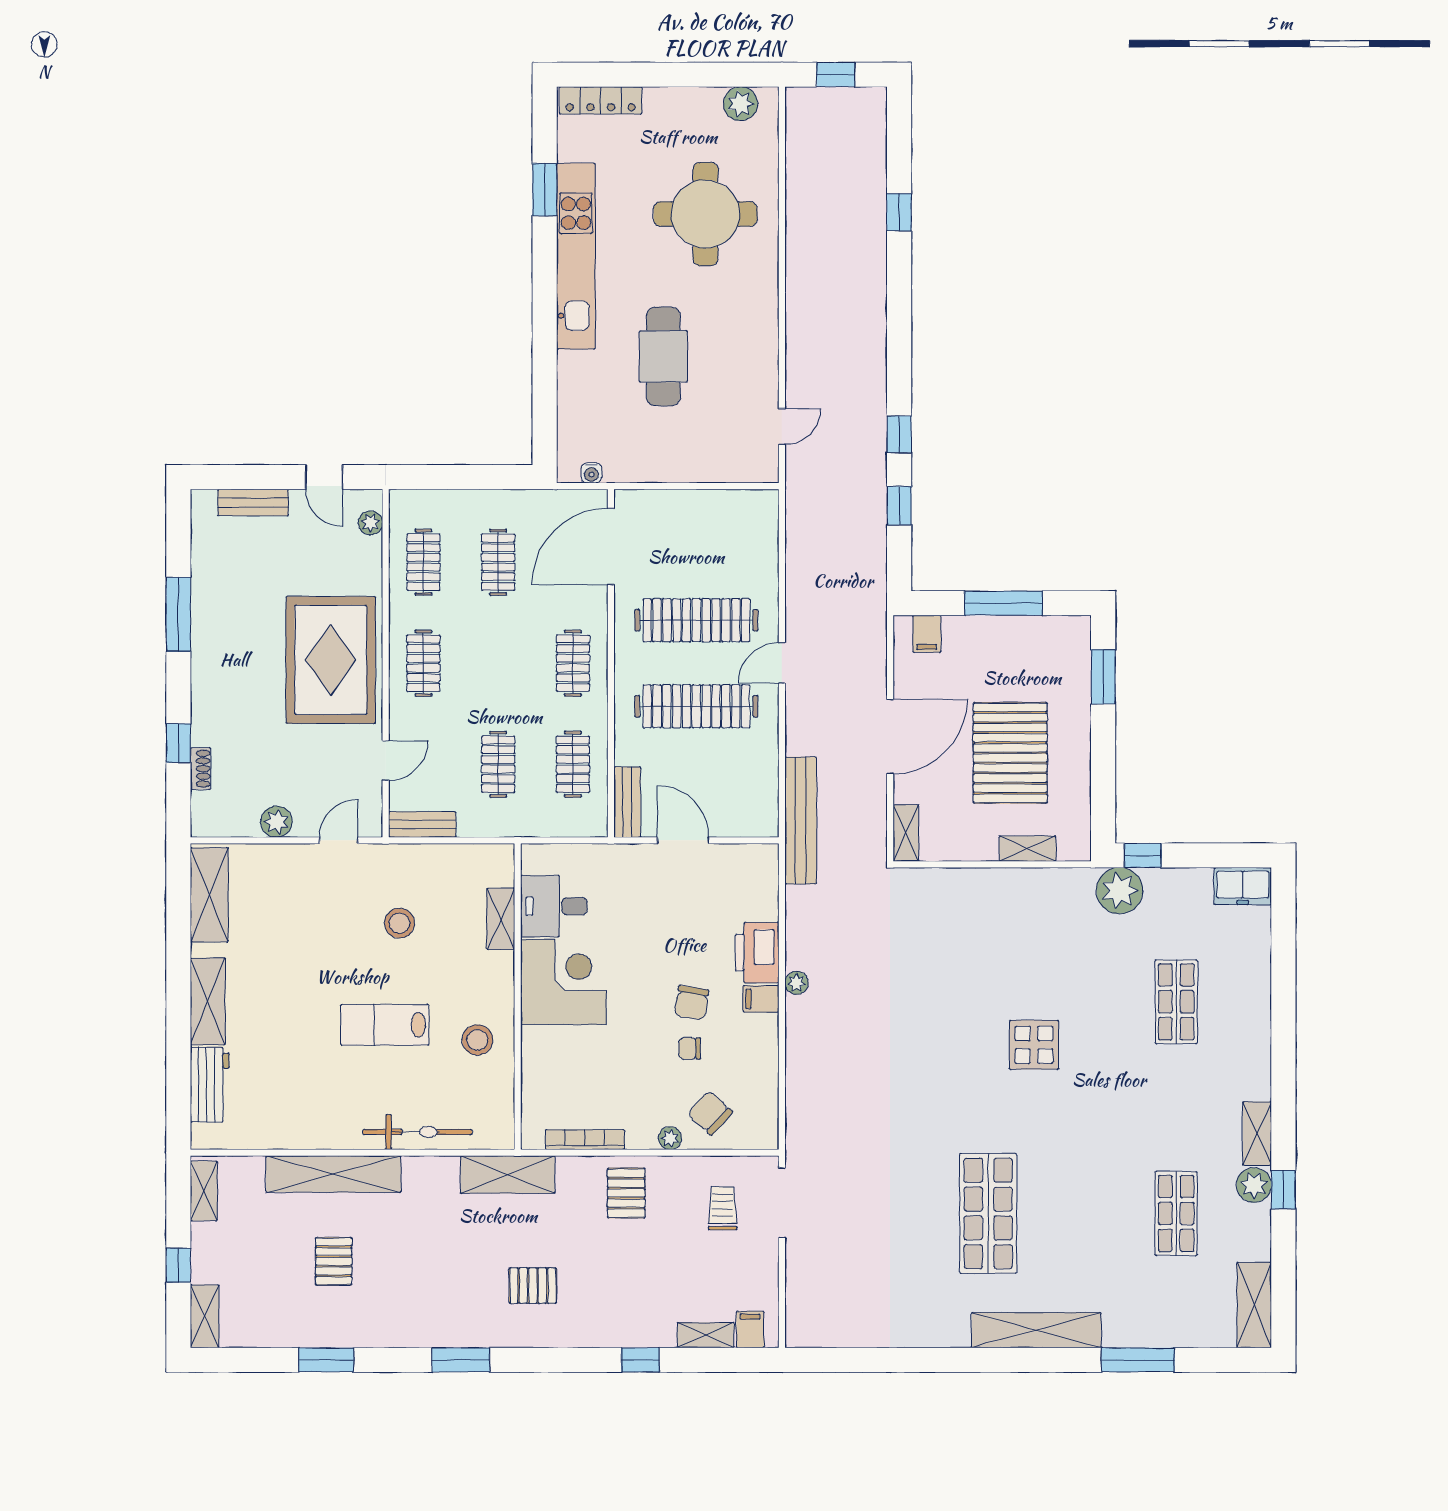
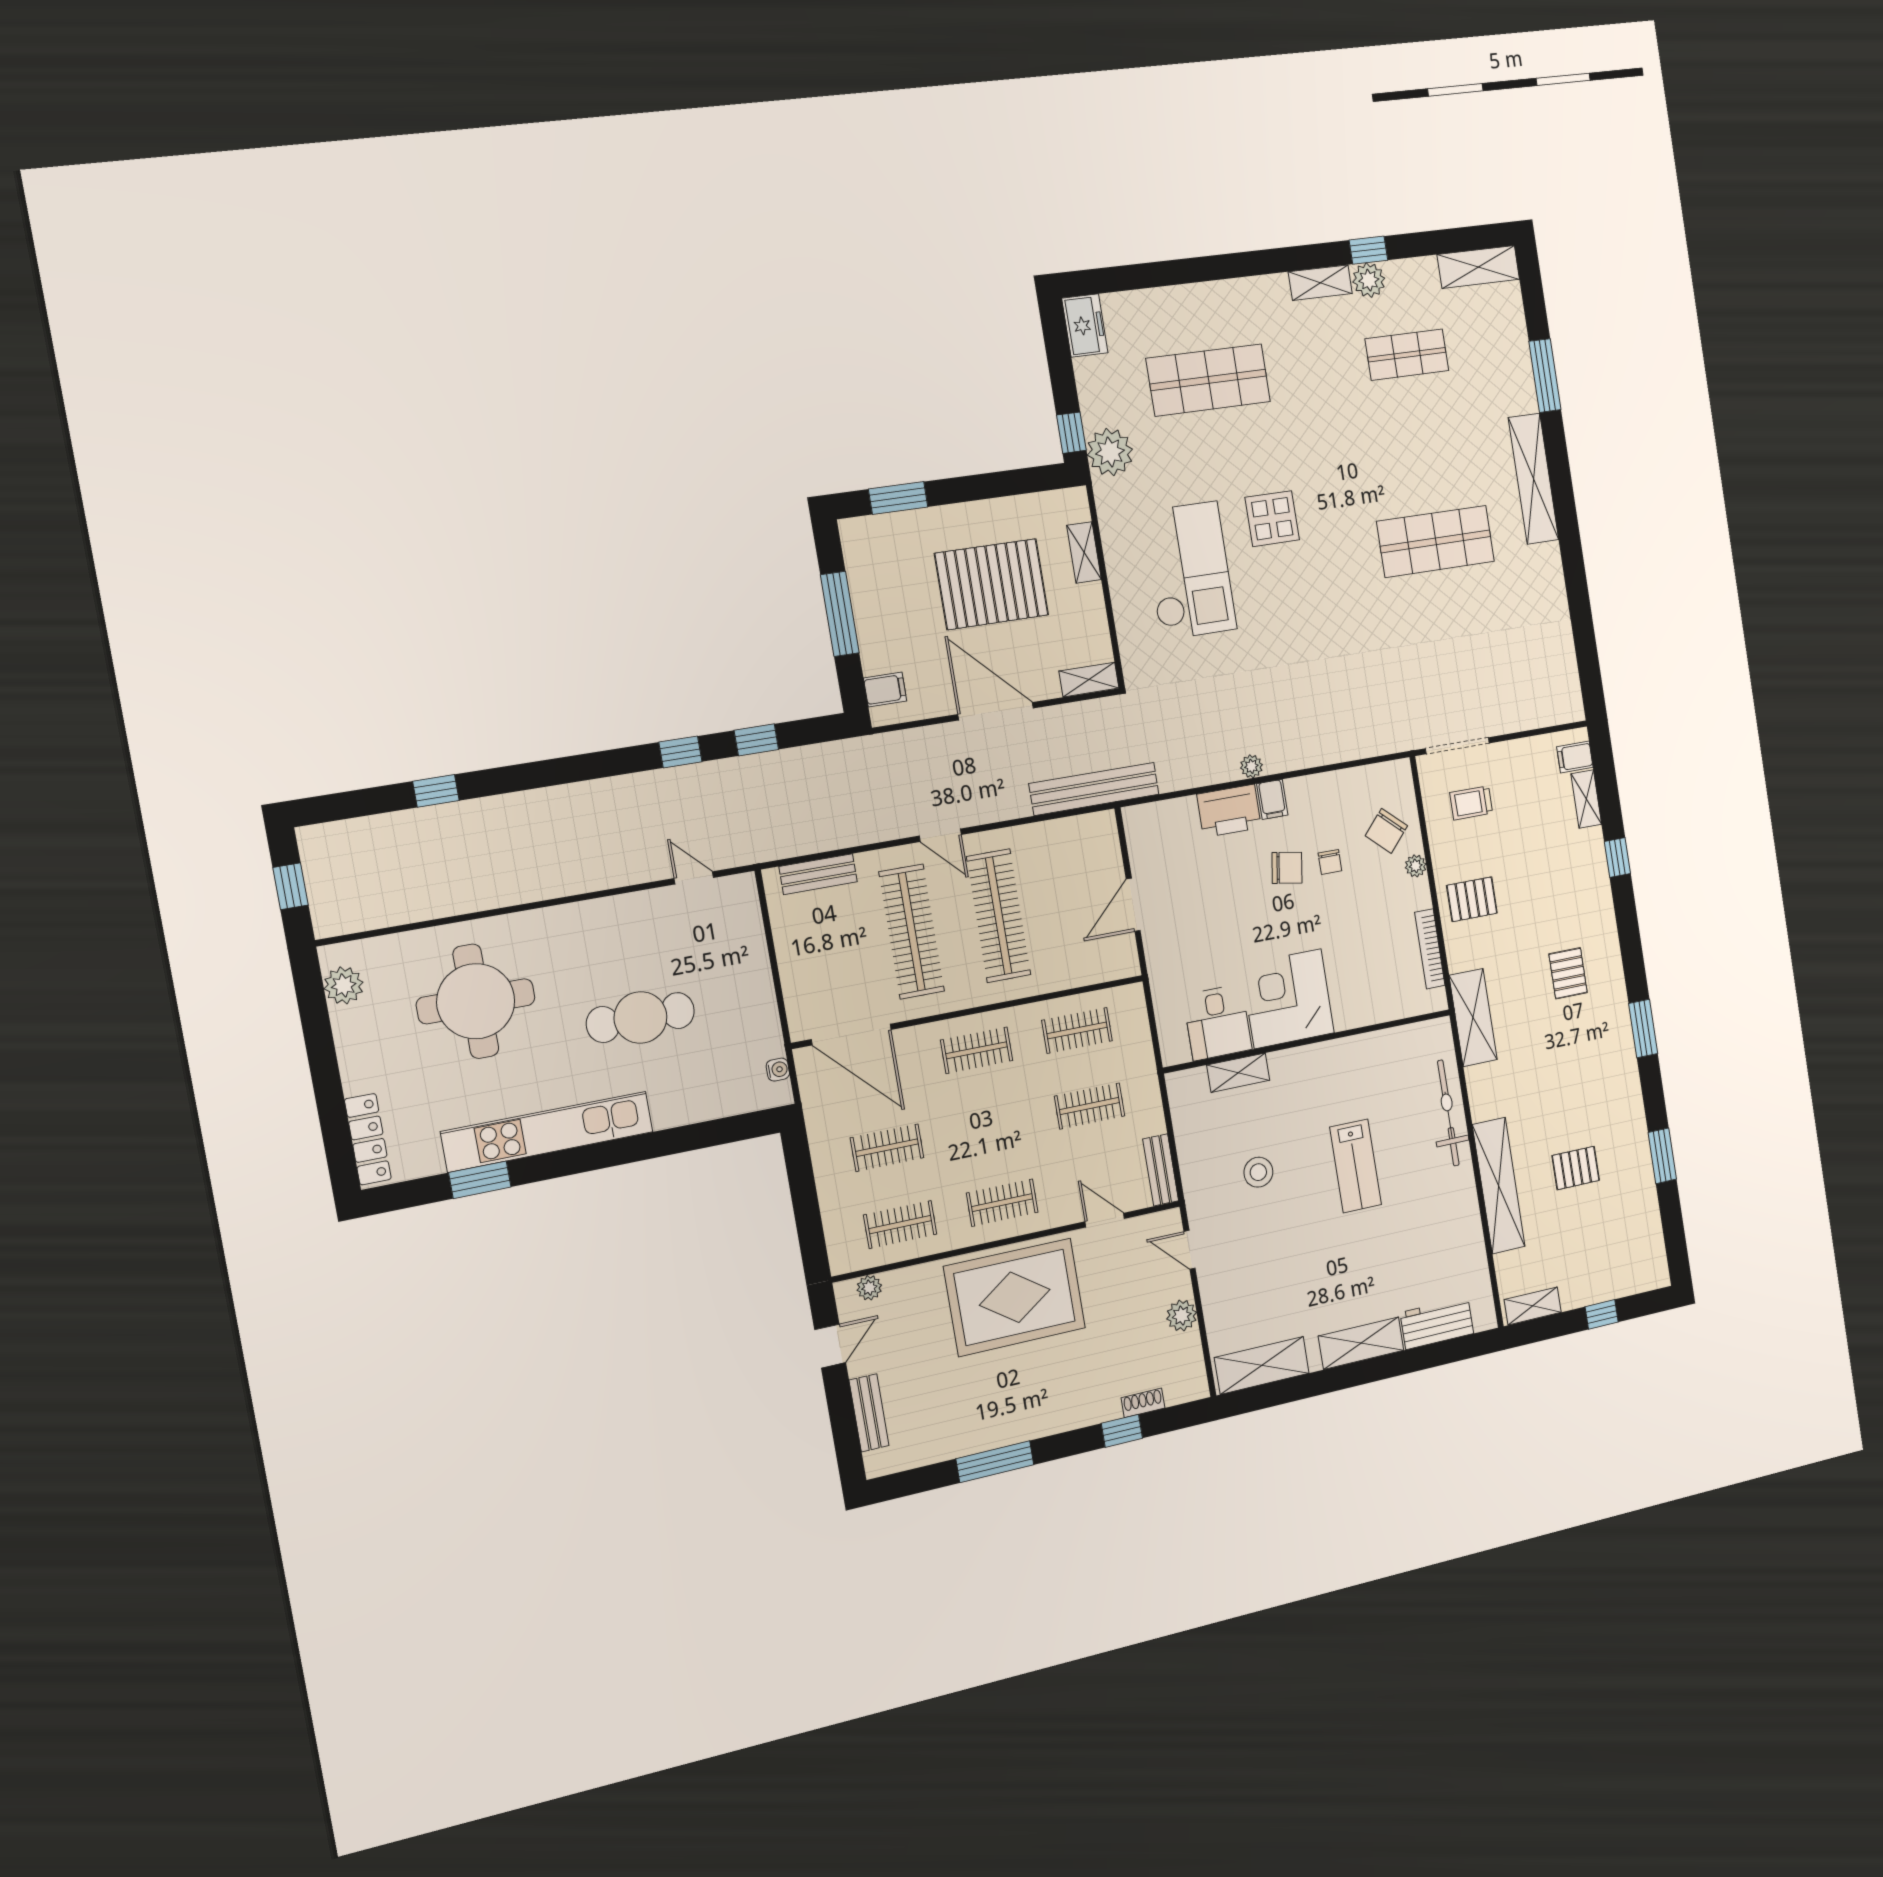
bench: (627, 802) -> (818, 874), moved
checkout: (996, 951) -> (1189, 571), added
shop shelf: (1176, 1002) -> (1208, 380), width x1.43, depth x1.36
stool: (477, 1040) -> (1355, 1072), removed
shelving: (205, 1316) -> (1642, 1279), removed

